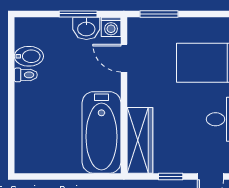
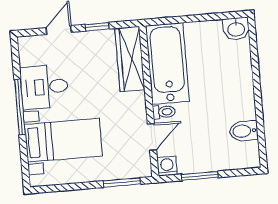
washbasin: (86, 28) -> (236, 29), moved, turned 180
door: (124, 58) -> (152, 137), hinge flipped
toilet: (26, 75) -> (164, 112), moved, turned 180

